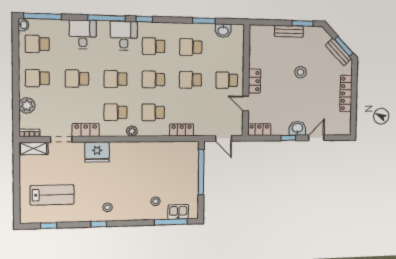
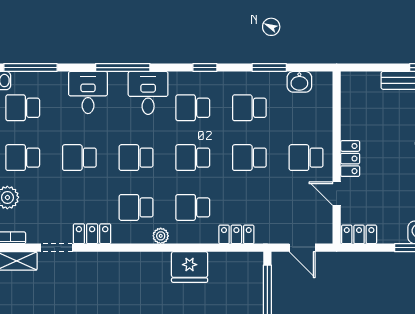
window: (144, 19) -> (205, 68), moved
fridge: (97, 152) -> (190, 267), moved

